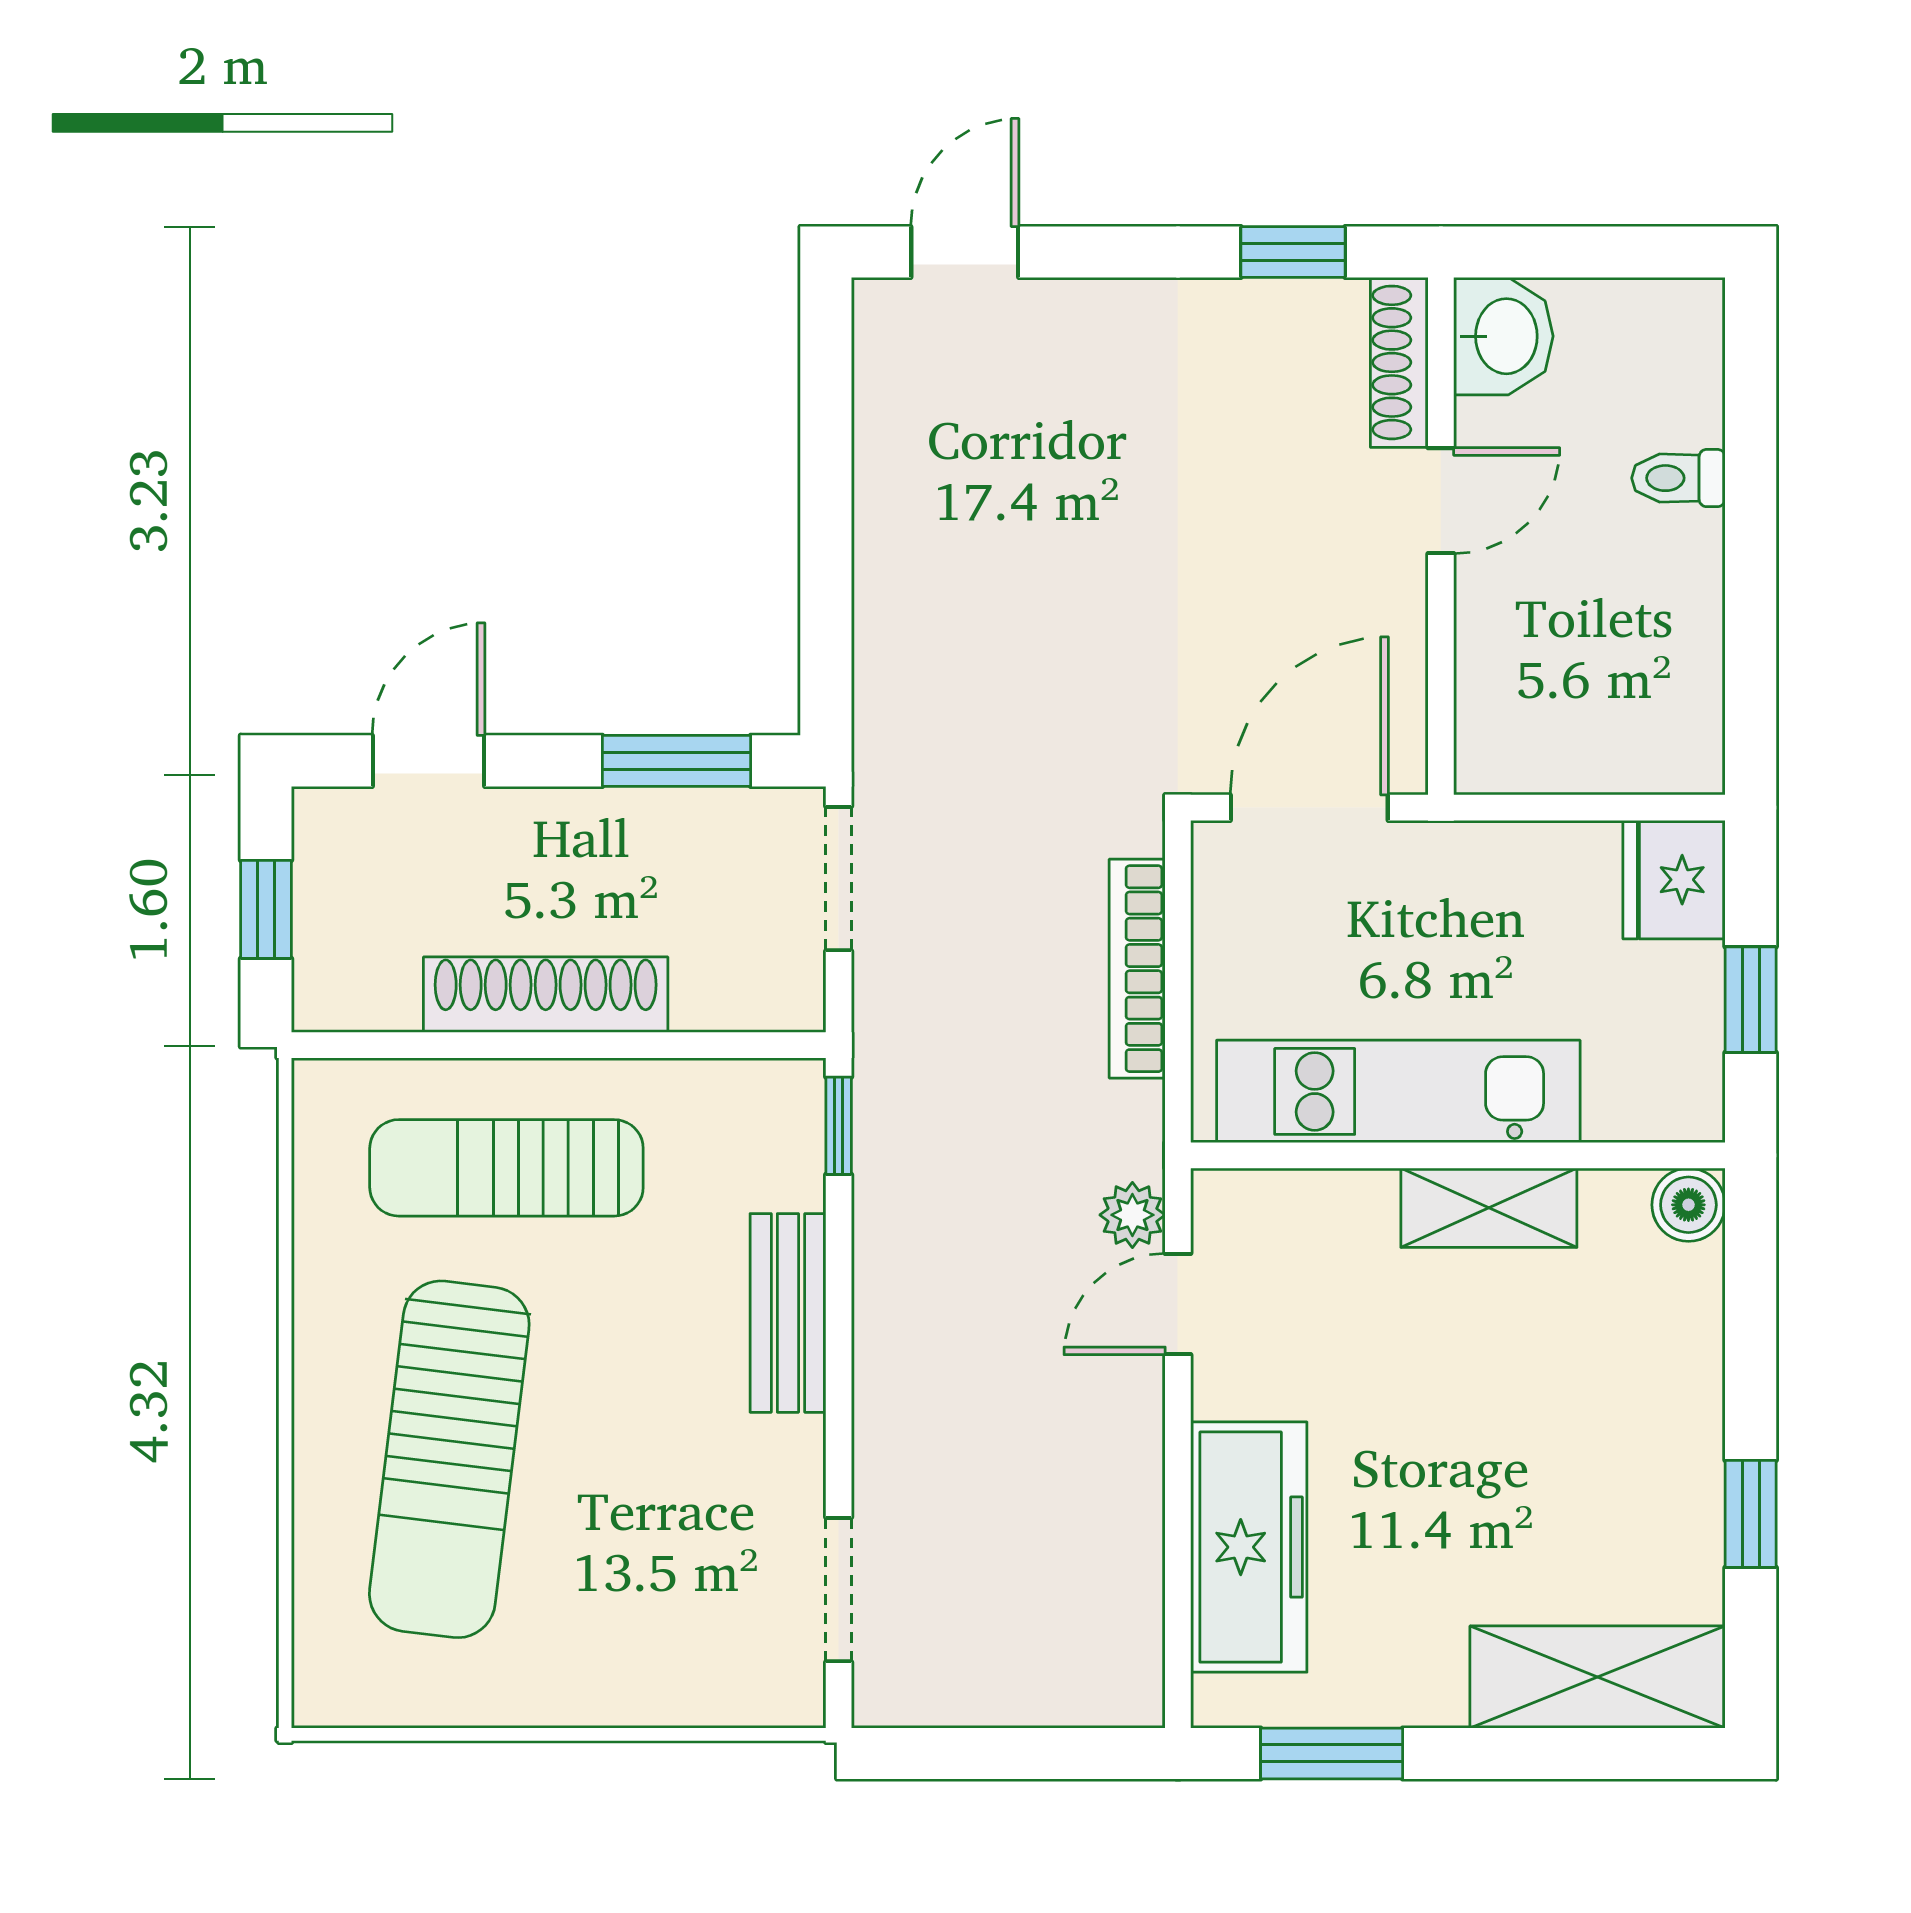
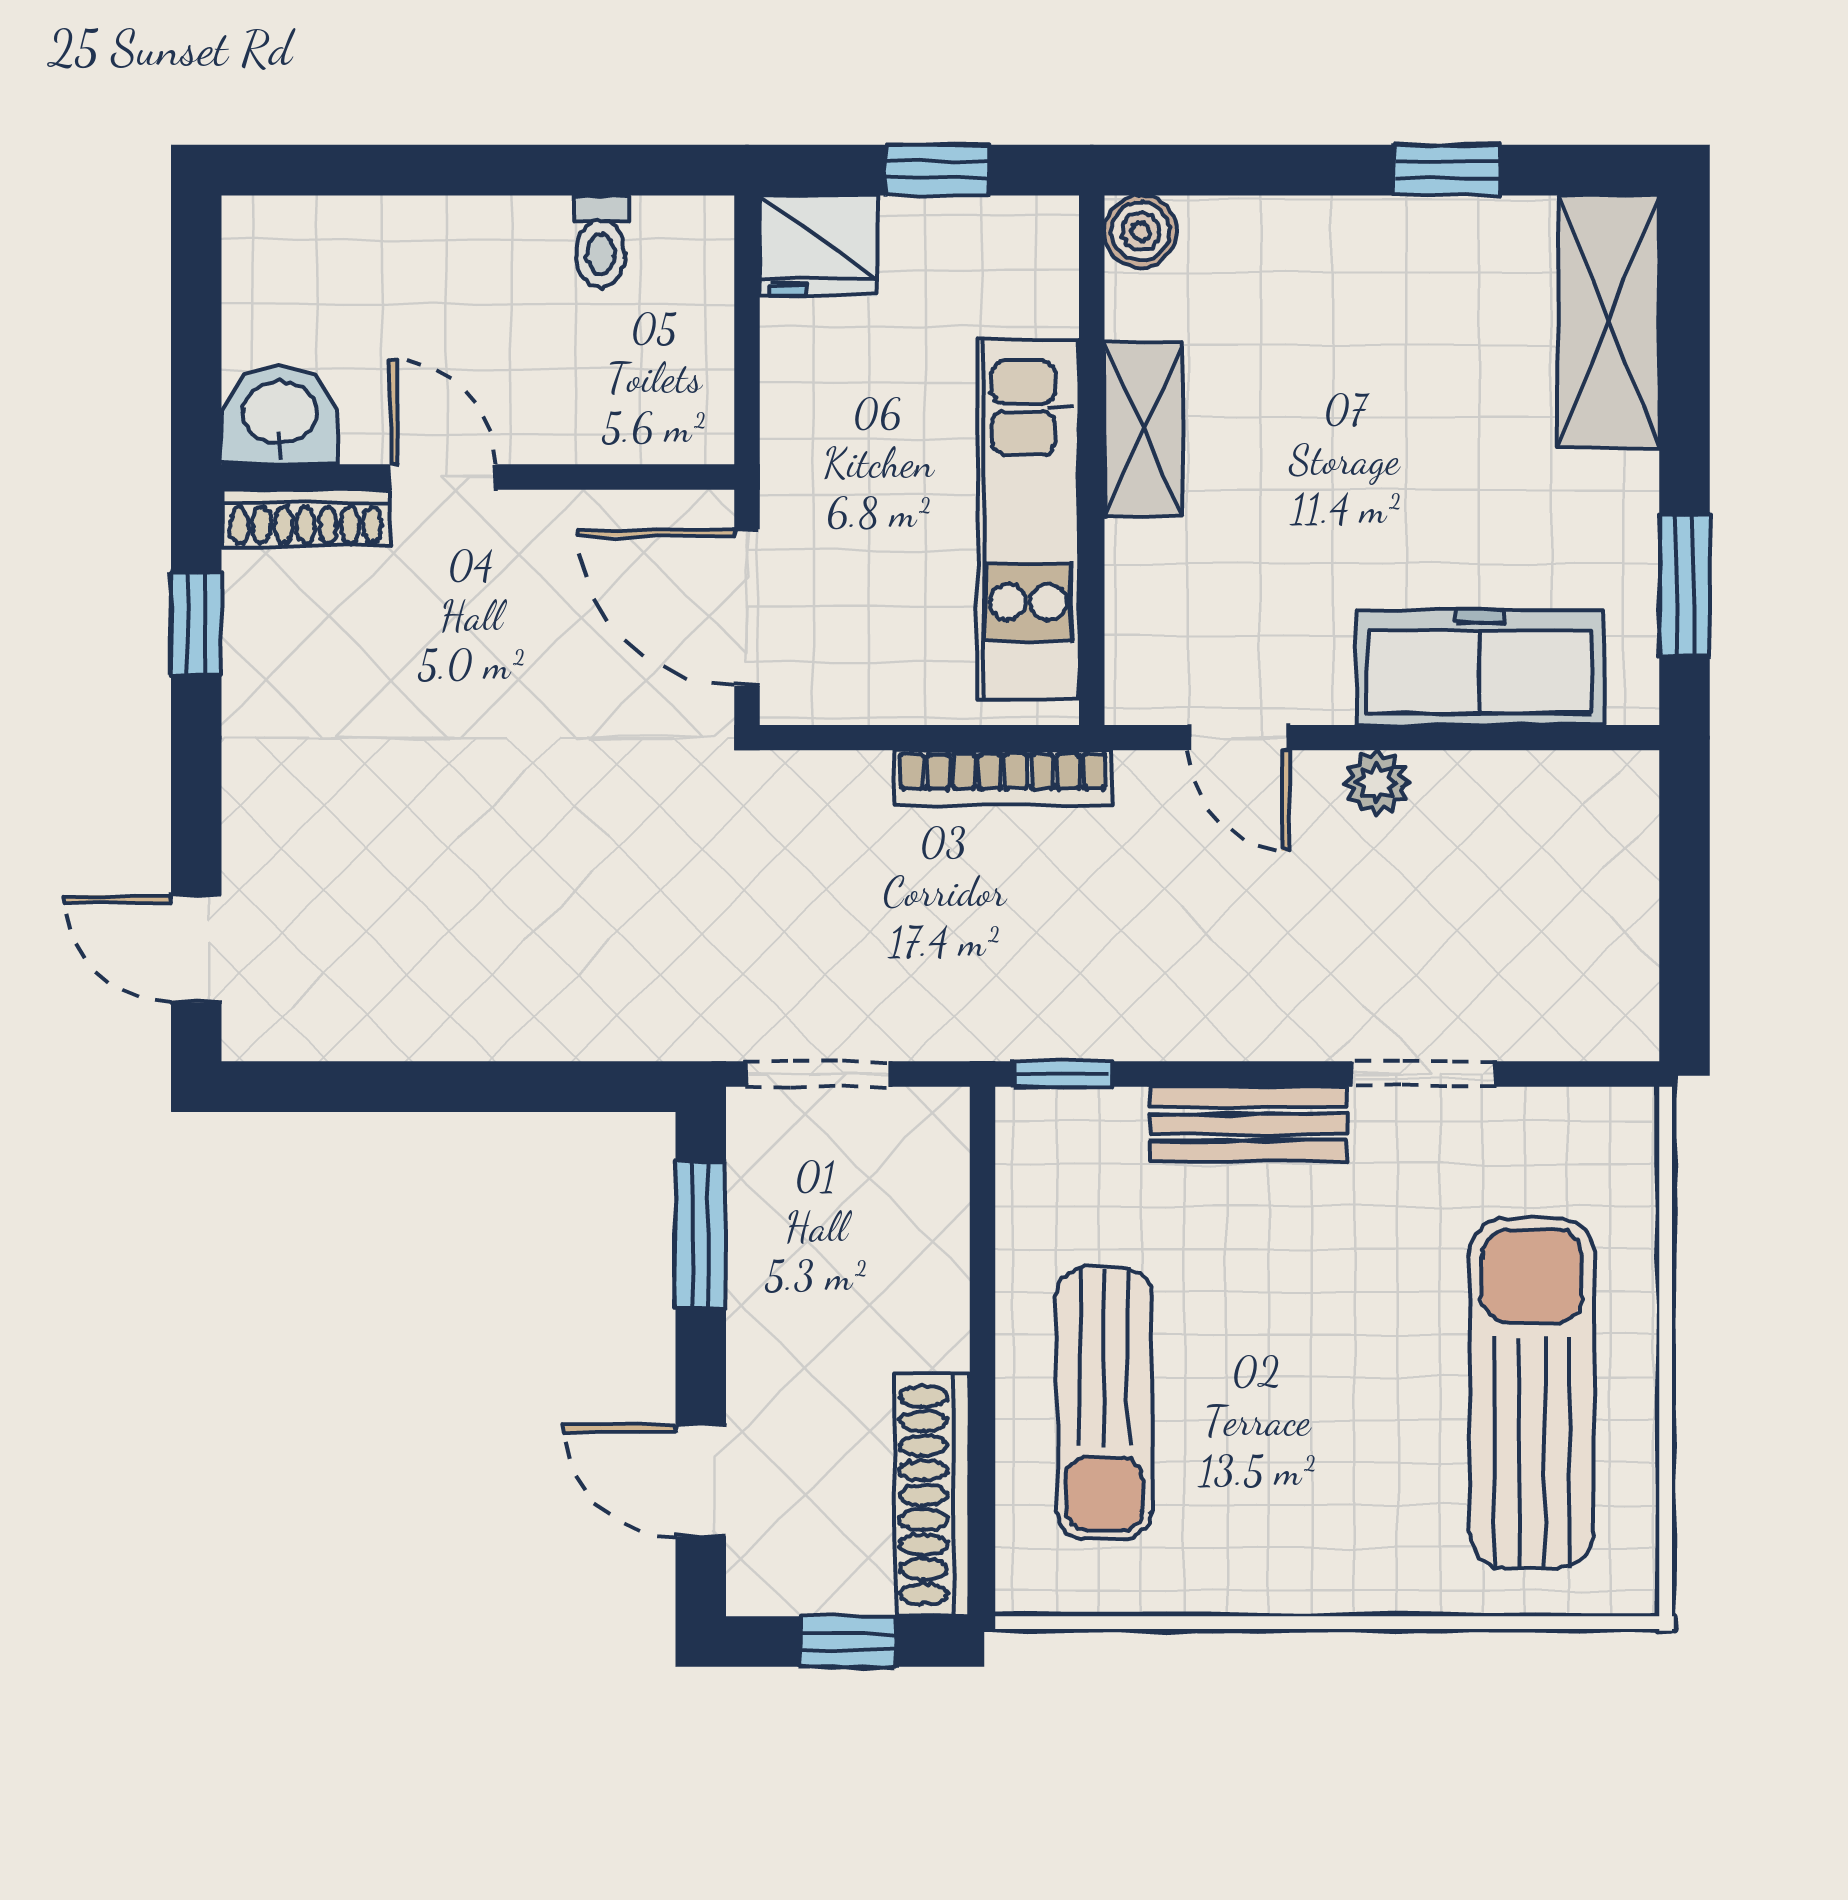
toilet: (1678, 478) -> (601, 242), moved
bookcase: (1137, 969) -> (1003, 778), moved
shoe rack: (546, 995) -> (932, 1495), moved
plant: (1132, 1215) -> (1377, 783), moved
sun lounger: (449, 1459) -> (1532, 1393), moved, turned -97
doorway: (839, 1590) -> (1424, 1074), moved

